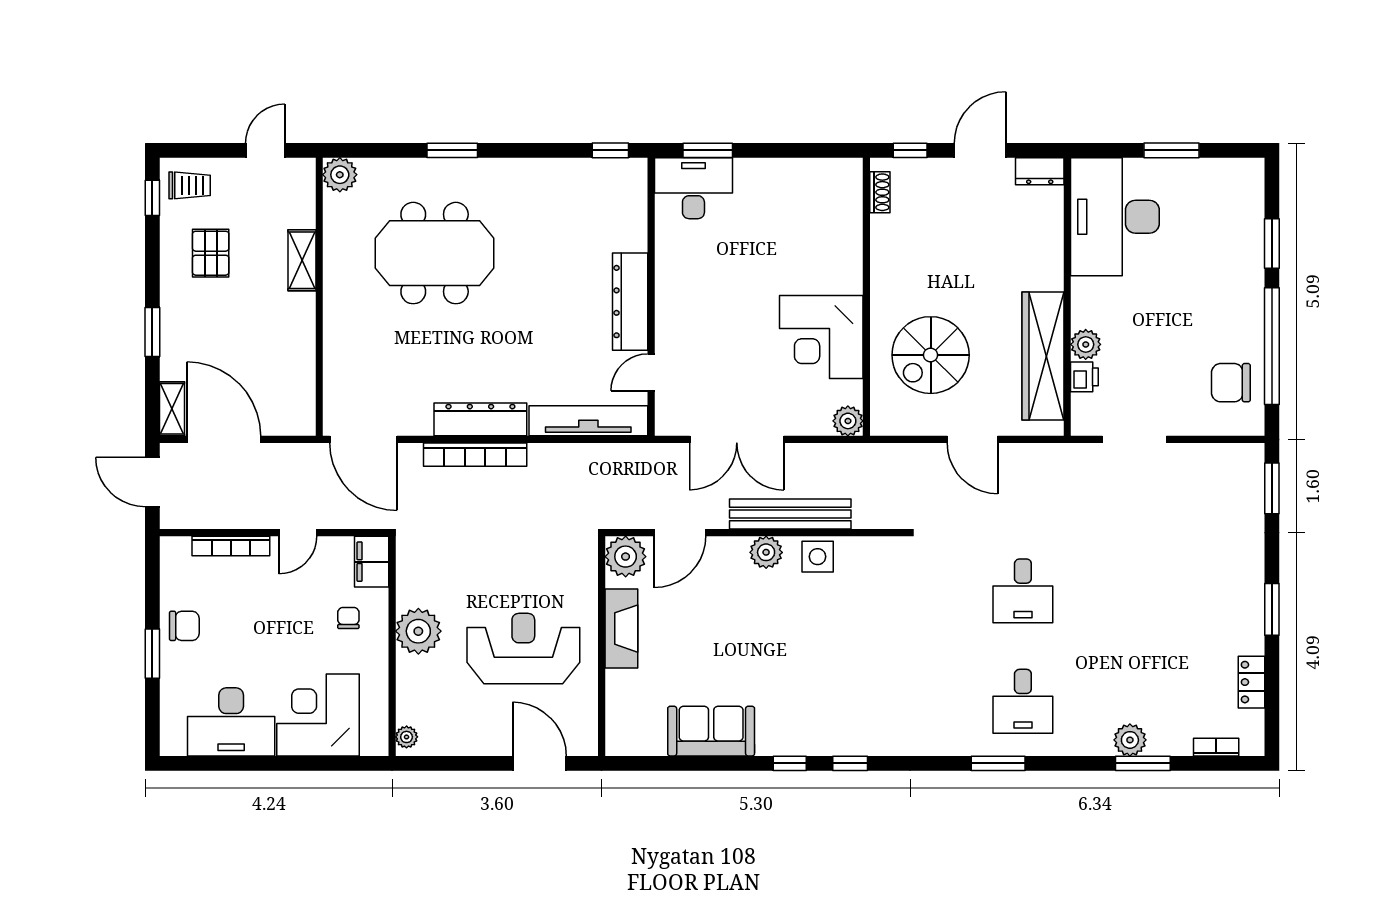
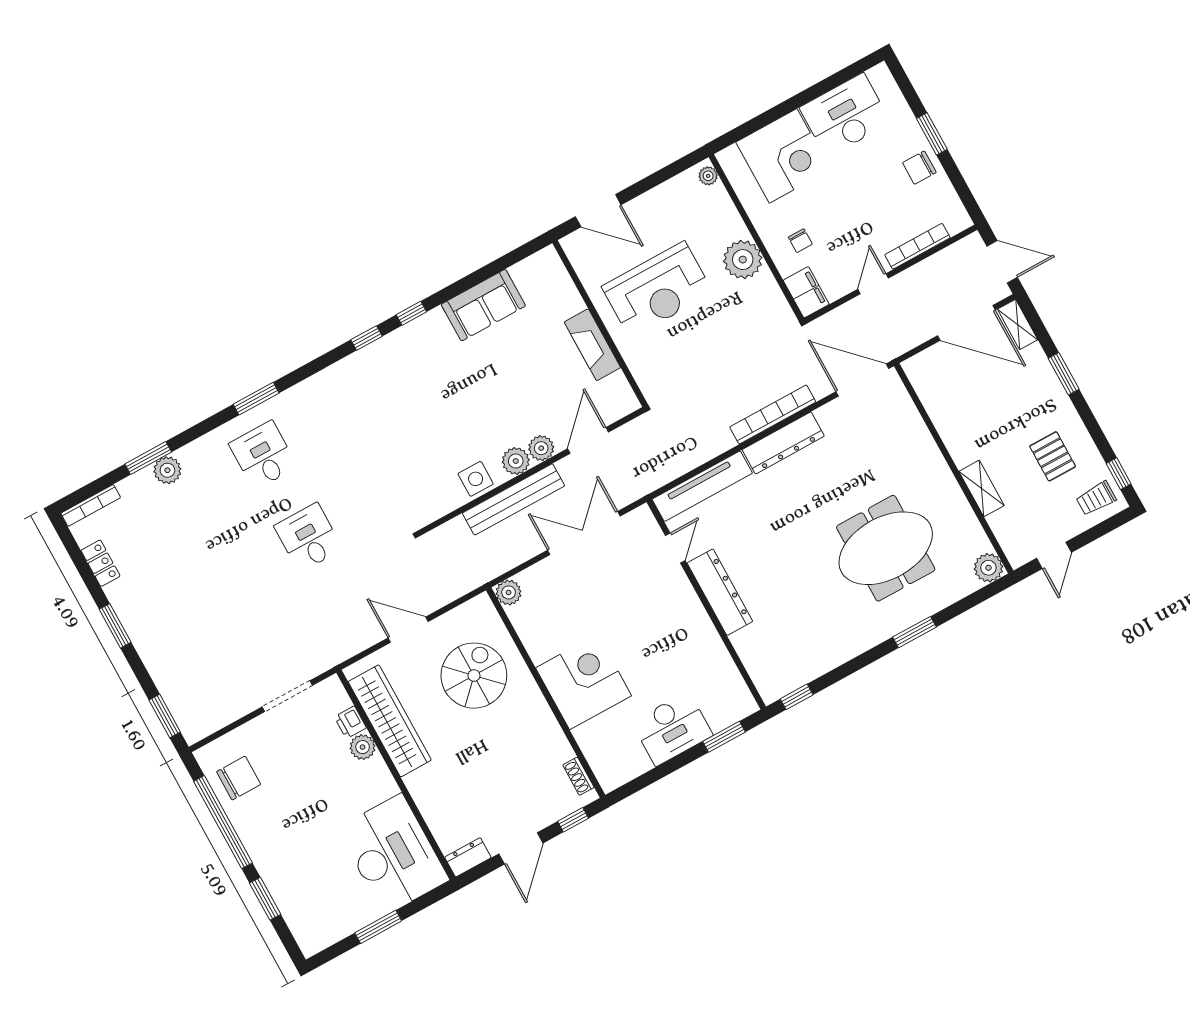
desk: (693, 188) -> (672, 729), moved
corner desk: (821, 337) -> (584, 682), moved
plant: (626, 557) -> (541, 448), moved, width x0.73, depth x0.73
bookcase: (1216, 747) -> (91, 505), width x1.56

